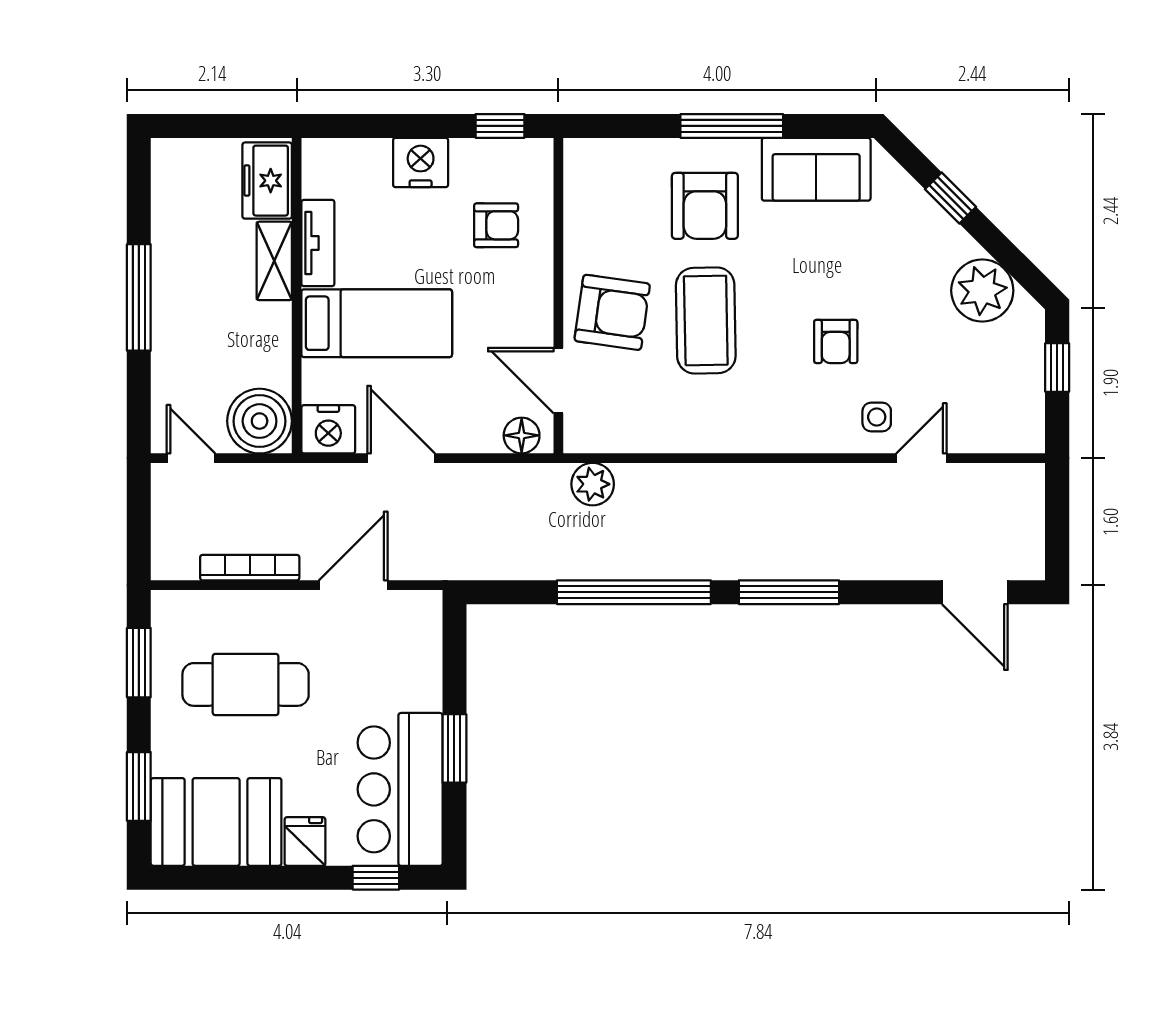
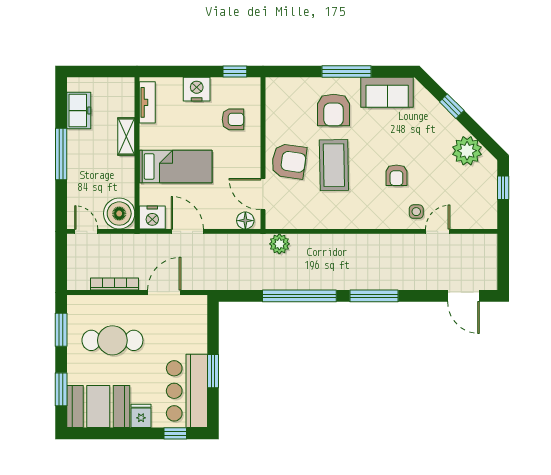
freezer: (267, 181) -> (79, 111), moved, turned 180
tv unit: (318, 243) -> (147, 102), moved

